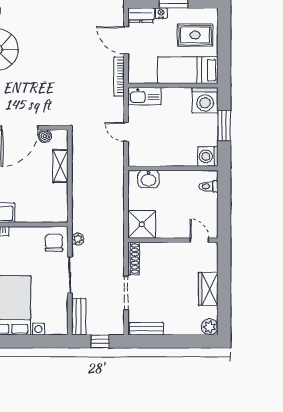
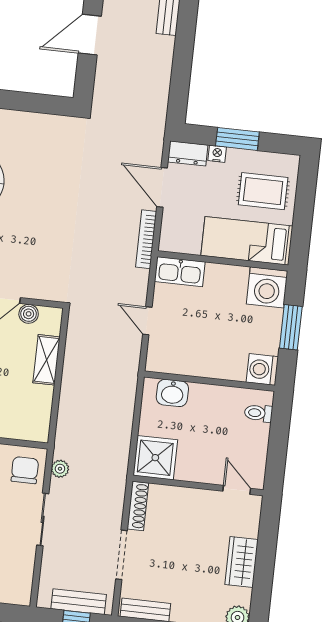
bench: (79, 317) -> (79, 602), moved, turned 90

